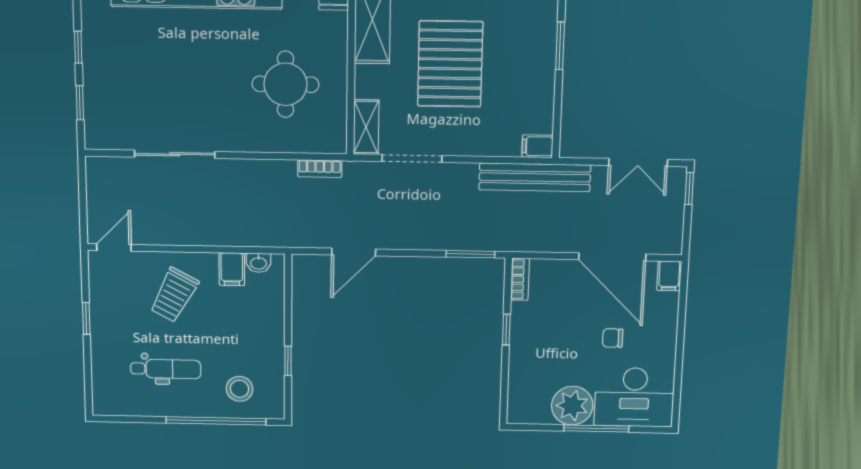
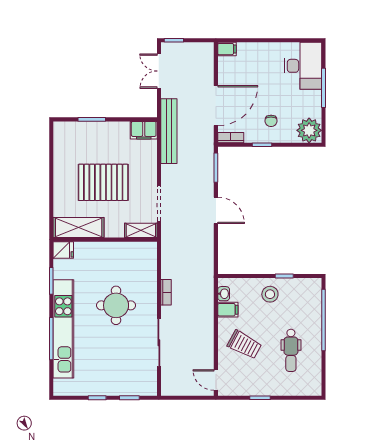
round table: (285, 84) -> (116, 305), moved
filing cabinet: (537, 146) -> (144, 130), width x2.00
double door: (638, 162) -> (159, 71), swing flipped
bookcase: (320, 169) -> (166, 292), moved
door: (354, 252) -> (216, 210), moved
door: (612, 257) -> (216, 106), moved
chair: (613, 338) -> (271, 121), moved
dental chair: (166, 369) -> (291, 350), turned 180
stool: (240, 389) -> (270, 294), moved
plant: (572, 406) -> (309, 130), moved

